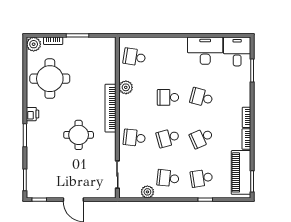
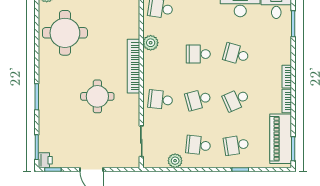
printer: (32, 114) -> (45, 160), moved

